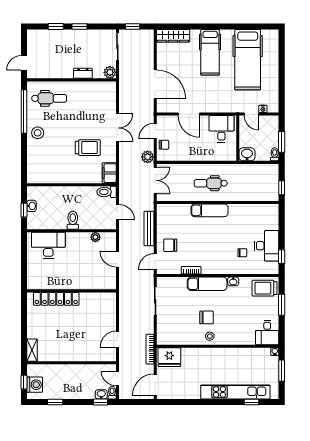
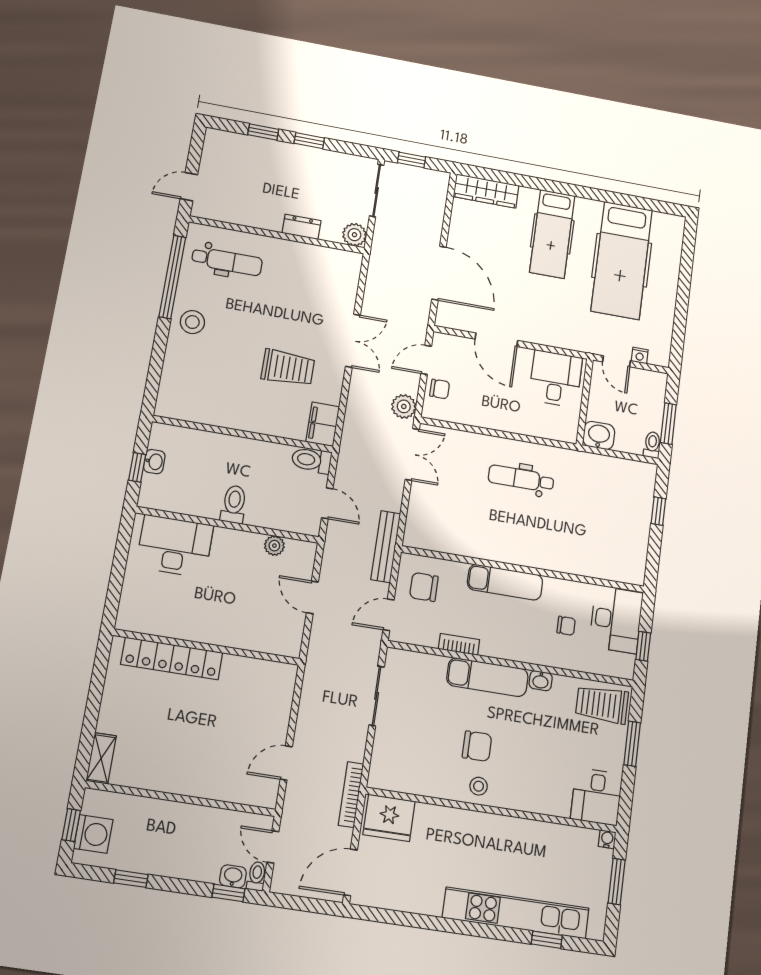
wall: (218, 202) -> (523, 569), moved
exam couch: (210, 210) -> (505, 582), moved

